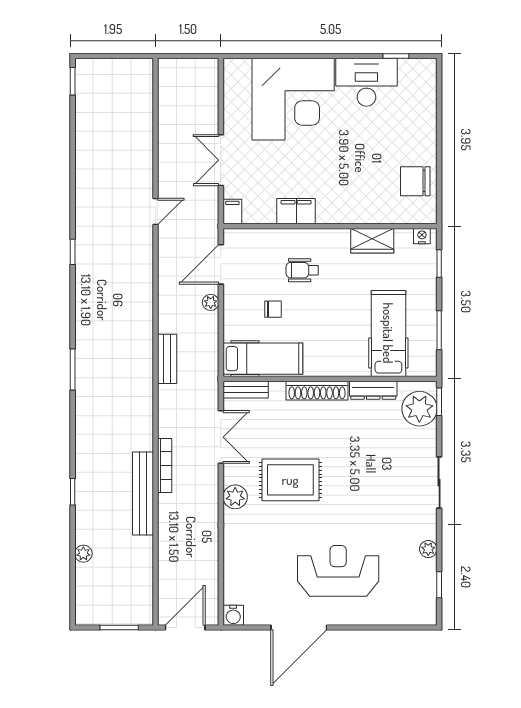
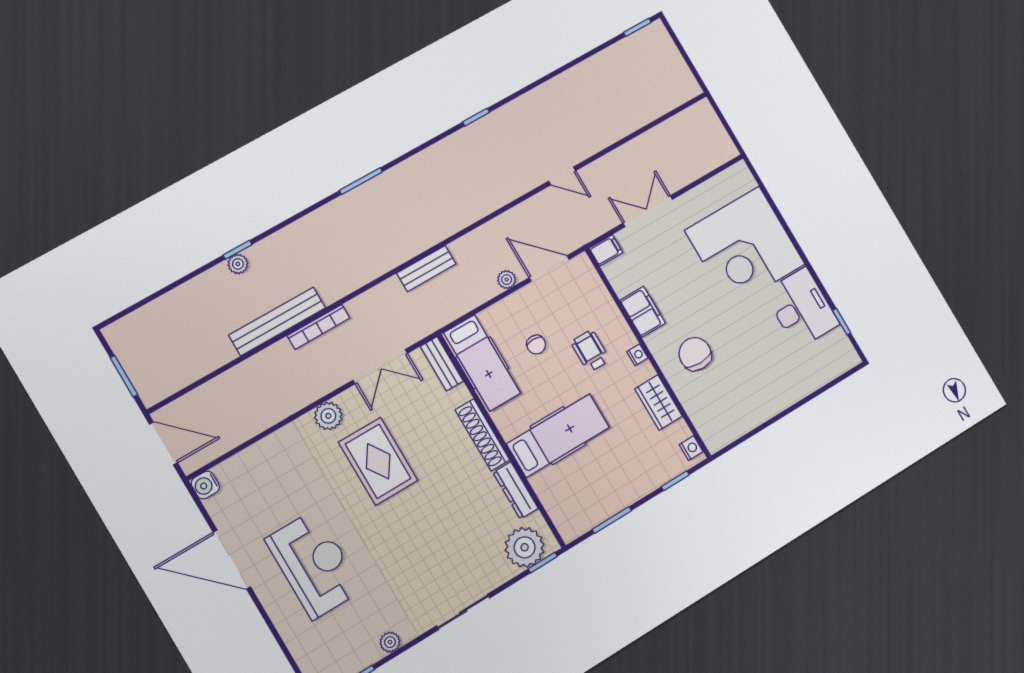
chair: (415, 181) -> (695, 354), moved
nightstand: (326, 235) -> (637, 355), added
hospital bed: (388, 333) -> (558, 436), moved
plant: (83, 554) -> (238, 264), moved

